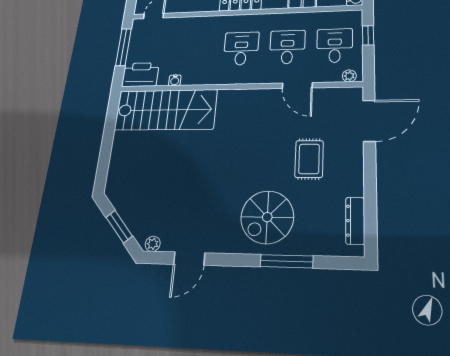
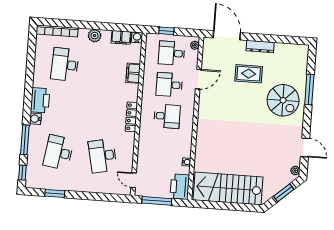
desk: (241, 48) -> (167, 116), turned 180
stairs: (166, 110) -> (228, 188), moved, turned -90
dresser: (355, 221) -> (260, 47), moved

